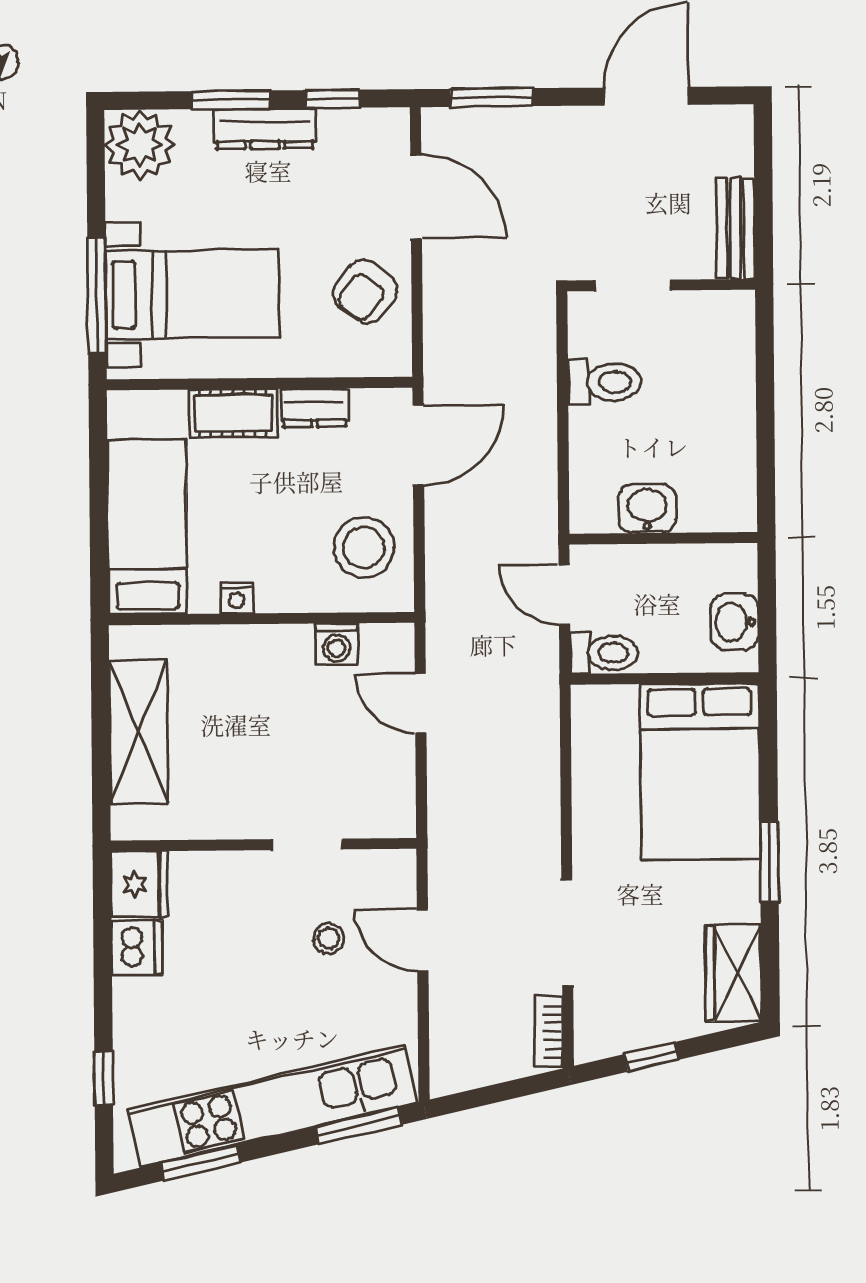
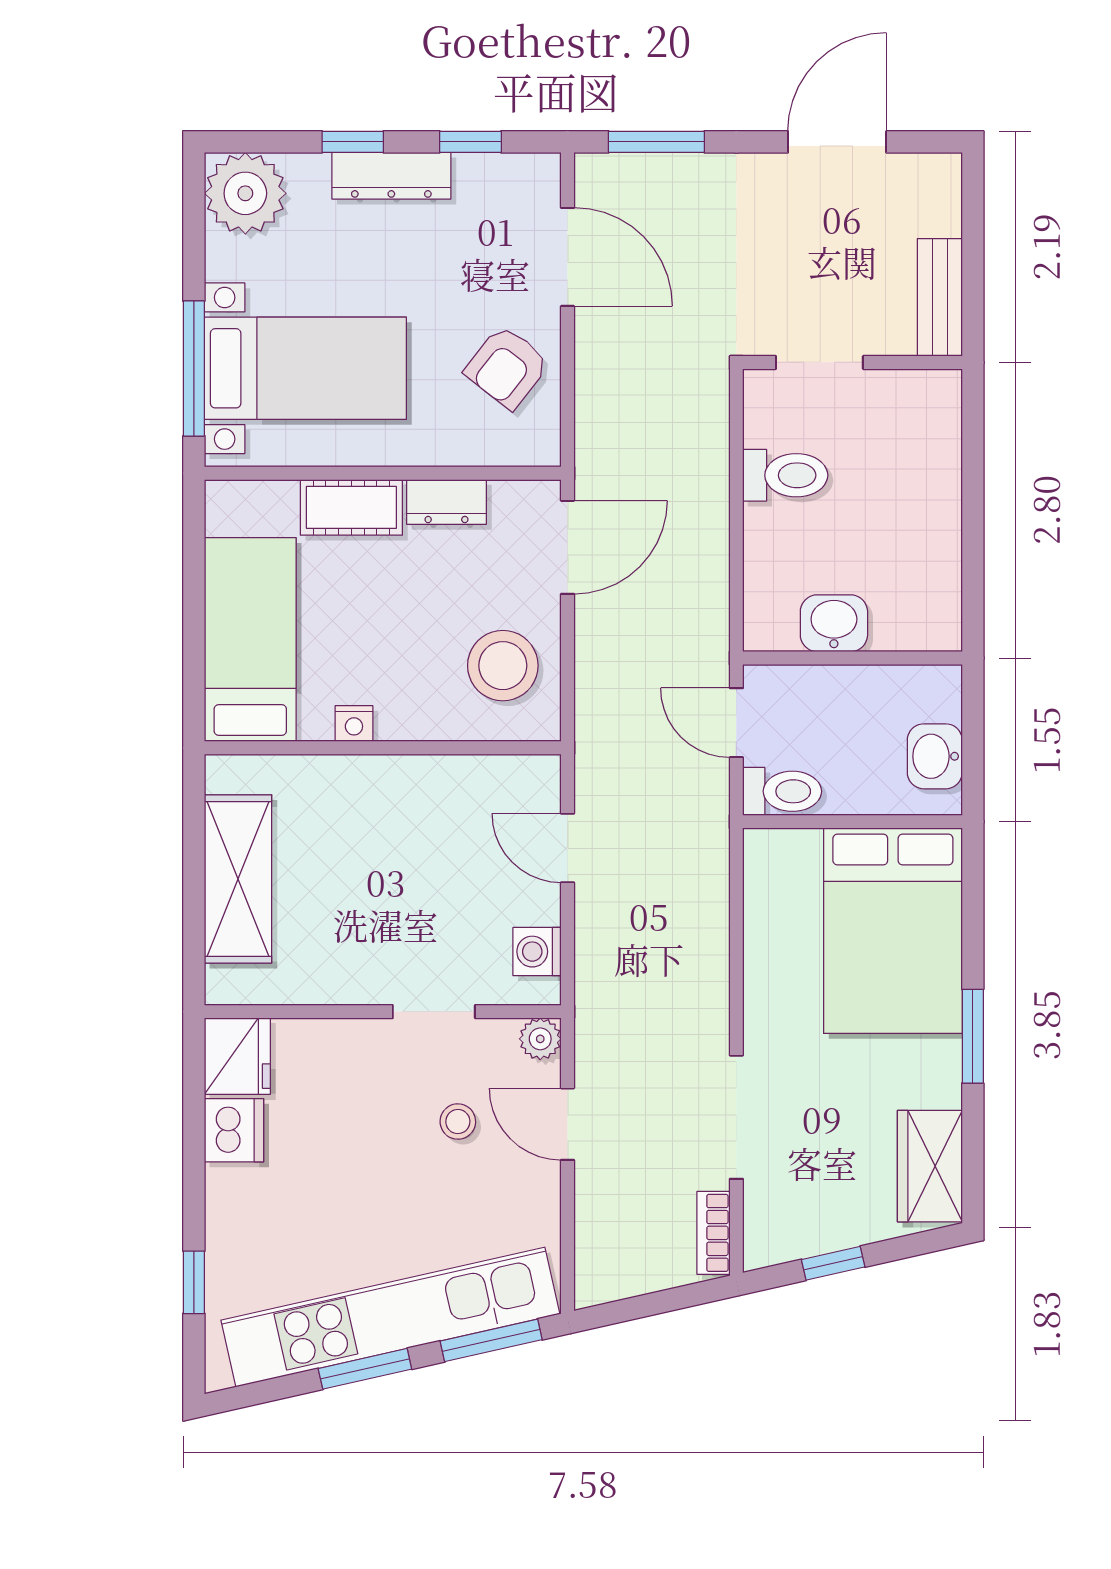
window: (231, 100) -> (353, 142), width x0.67
washing machine: (337, 644) -> (537, 952), moved, turned 90
plant: (399, 867) -> (540, 1039), added
window: (200, 1163) -> (365, 1369), moved

